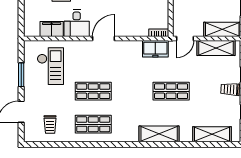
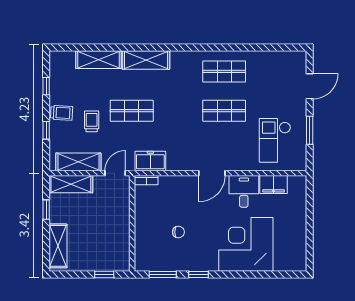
trolley: (50, 124) -> (92, 121), moved
shelving: (212, 134) -> (99, 60), moved

